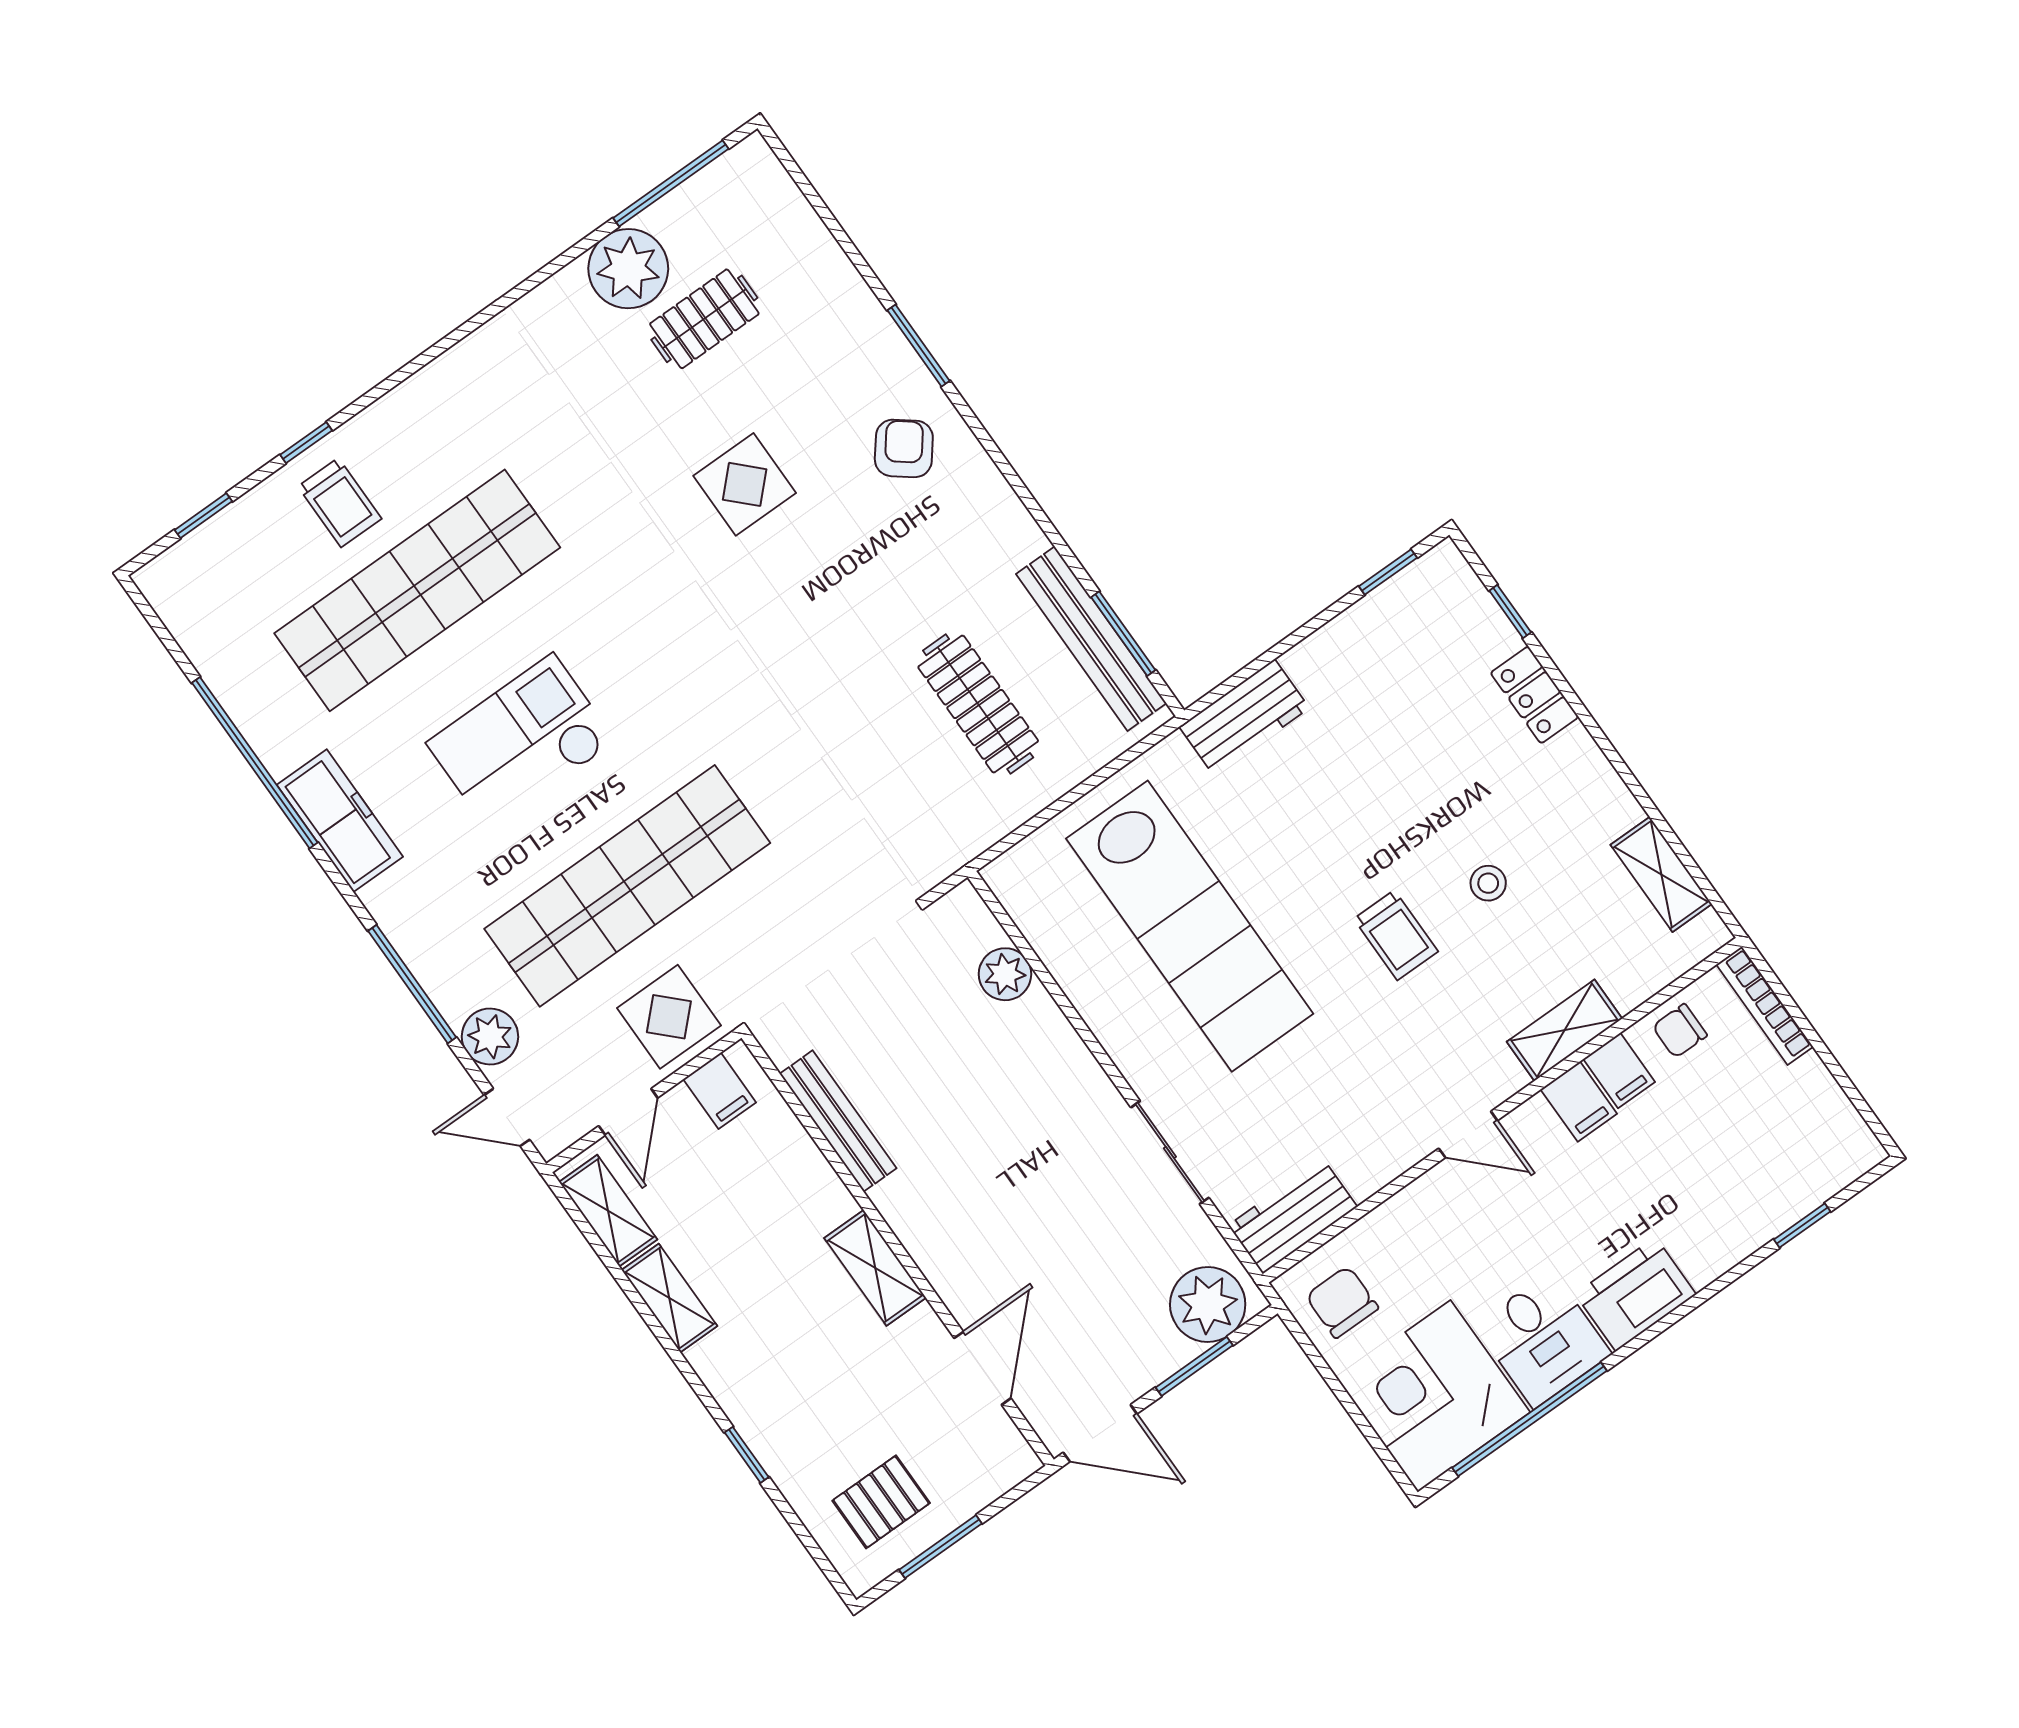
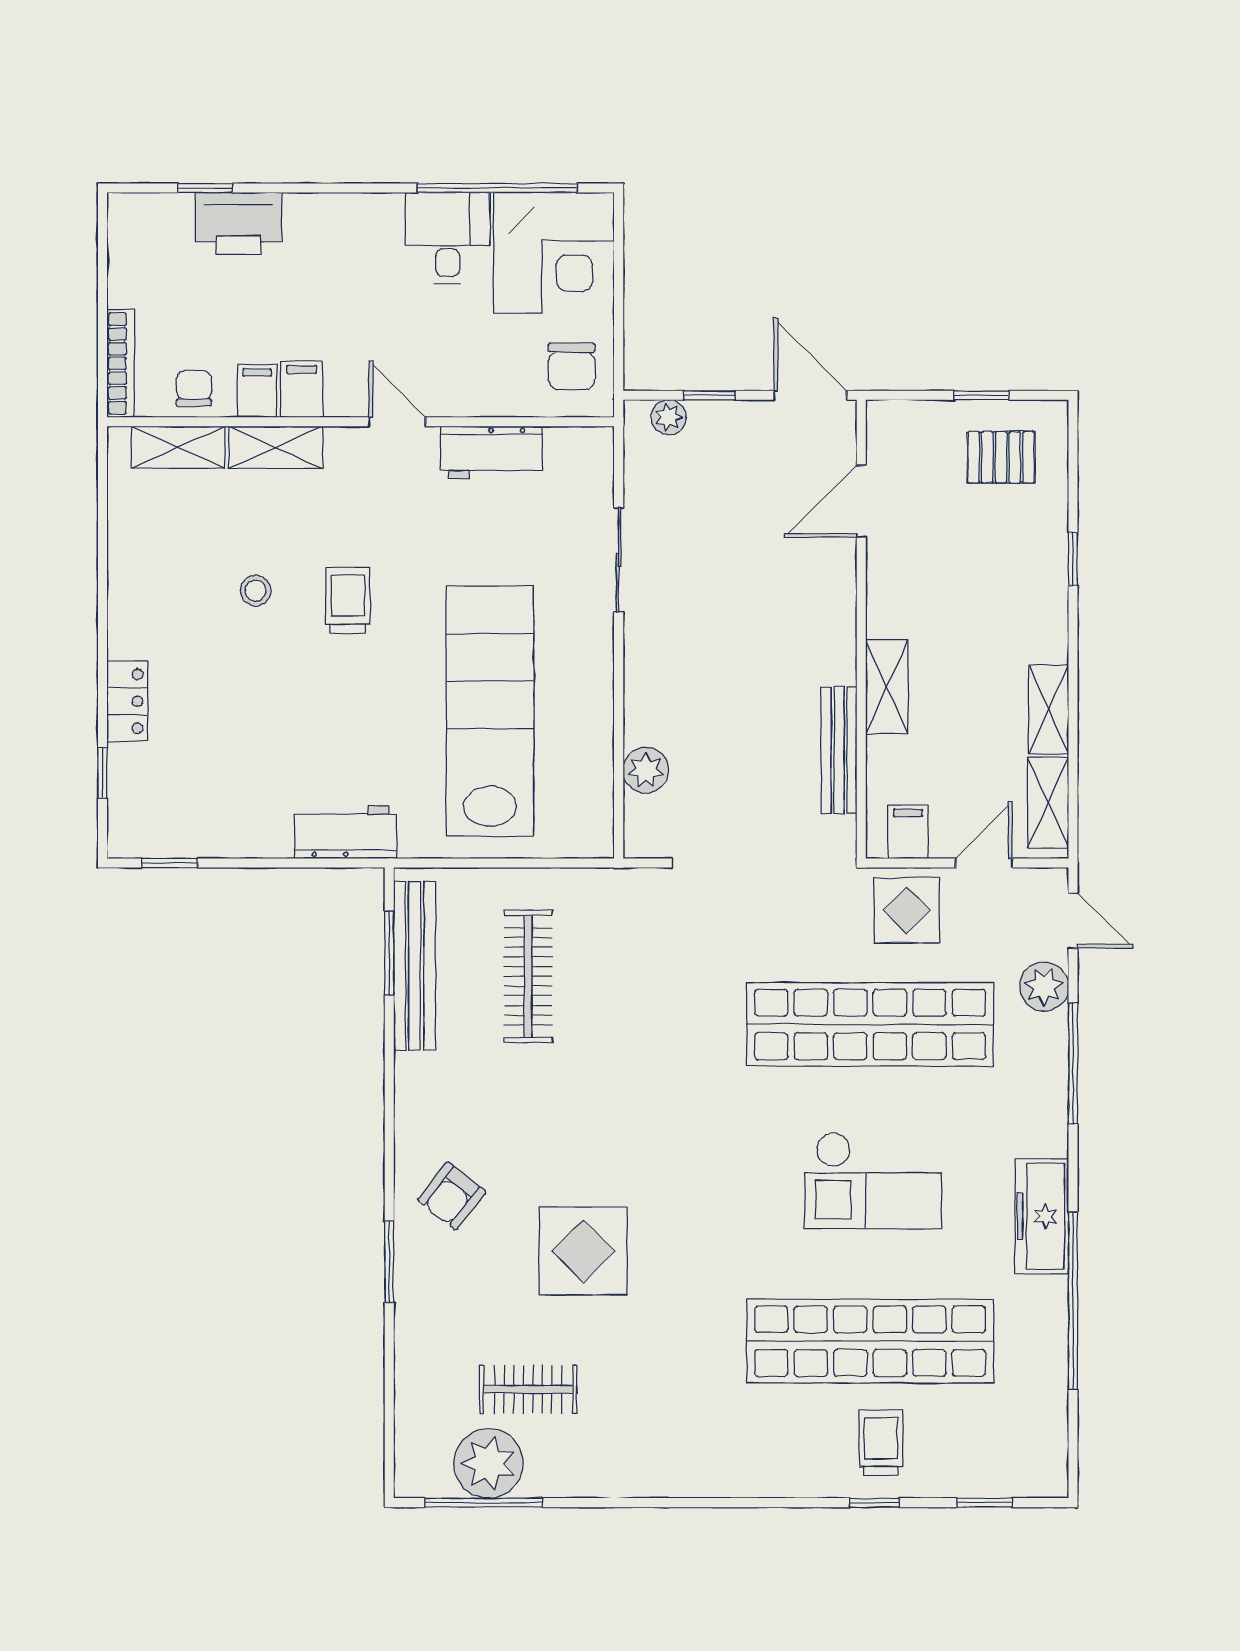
plant: (628, 269) -> (489, 1463), moved
display table: (745, 484) -> (583, 1251), width x1.36, depth x1.36
shelving: (1661, 874) -> (178, 447), moved, turned 90
chair: (1680, 1031) -> (194, 389), turned -90
workbench: (1293, 1216) -> (491, 452), moved
shelving: (875, 1268) -> (887, 687), moved
printer: (1636, 1294) -> (238, 223), moved
plant: (1208, 1305) -> (669, 417), width x0.53, depth x0.53
window: (1194, 1366) -> (709, 395), width x0.67
window: (941, 1547) -> (981, 395), width x0.67

